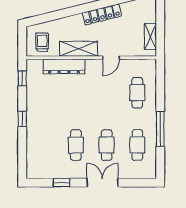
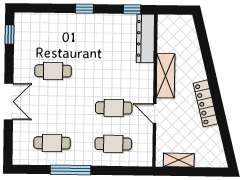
trolley: (42, 42) -> (174, 33), removed
dresser: (64, 66) -> (145, 38), moved
cafe table: (107, 145) -> (114, 108), moved
window: (62, 183) -> (10, 34), moved

